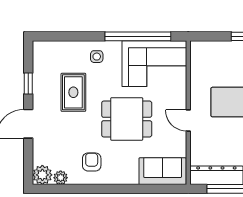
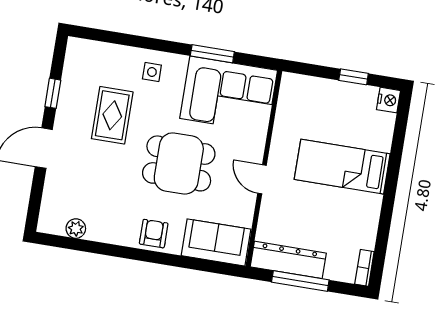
window: (138, 36) -> (212, 54), width x0.47
armchair: (92, 162) -> (154, 234), moved
plant: (42, 175) -> (52, 221), removed

